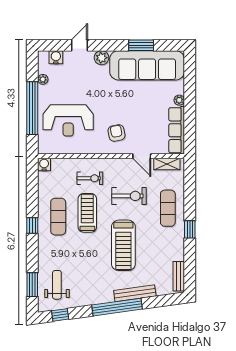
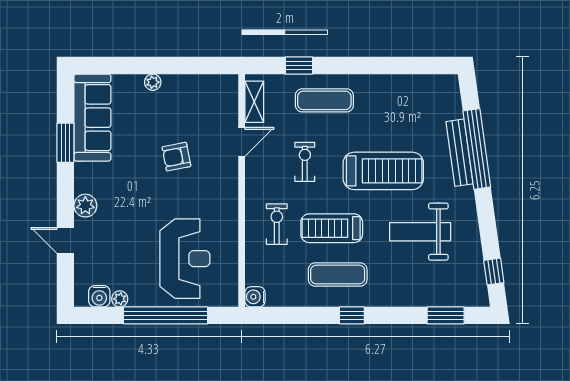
water cooler: (56, 57) -> (99, 296), moved, turned -90
sofa: (147, 65) -> (92, 118), width x0.74, depth x0.79
row of seats: (177, 130) -> (201, 86), removed
armchair: (116, 133) -> (176, 157), moved
exercise bike: (129, 196) -> (305, 162), width x0.73, depth x0.72
window: (190, 229) -> (299, 65), moved
bench: (179, 276) -> (432, 83), removed
weight bench: (57, 285) -> (420, 232), moved, width x1.36, depth x1.33
window: (117, 307) -> (477, 149), moved

